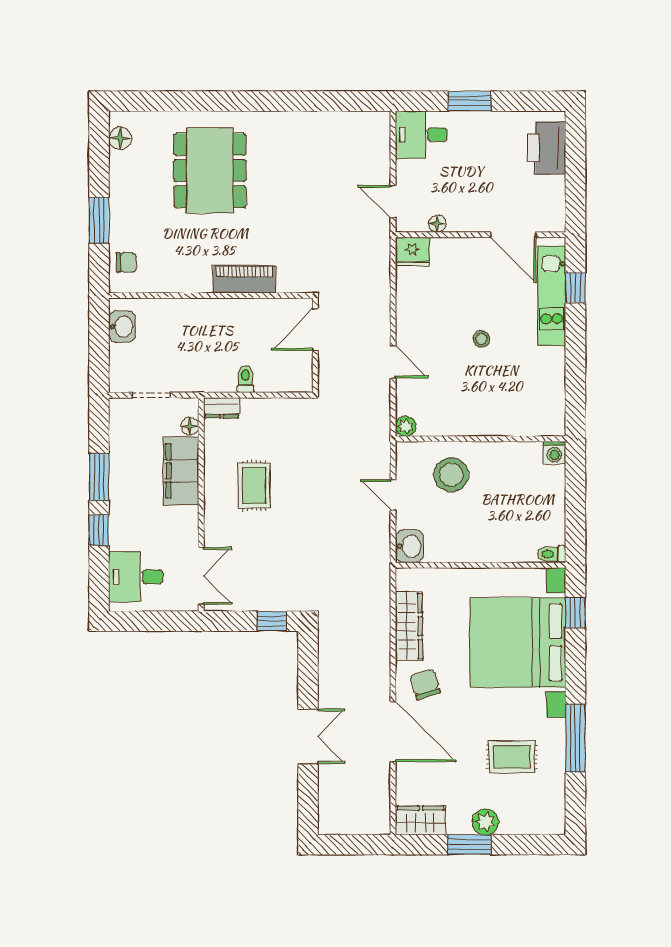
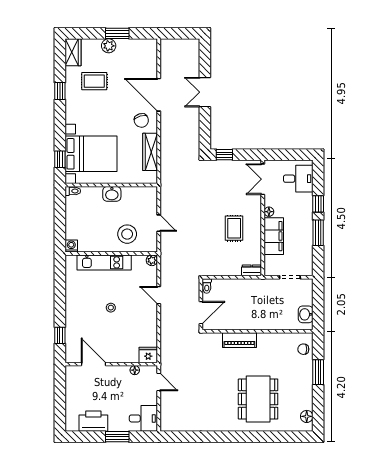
printer: (547, 148) -> (93, 421), moved, turned -90
kitchen unit: (552, 296) -> (104, 262), moved, turned 90
toilet: (245, 379) -> (207, 286), moved
floor lamp: (190, 426) -> (269, 212), moved
washbasin: (410, 546) -> (112, 194), moved, turned -90
bed with nightstands: (518, 642) -> (91, 154), width x0.73
window: (575, 738) -> (60, 91), width x0.46
wardrobe: (421, 820) -> (73, 52), moved, turned -90

